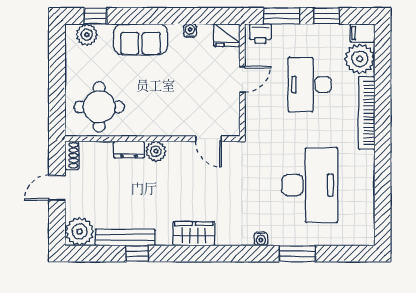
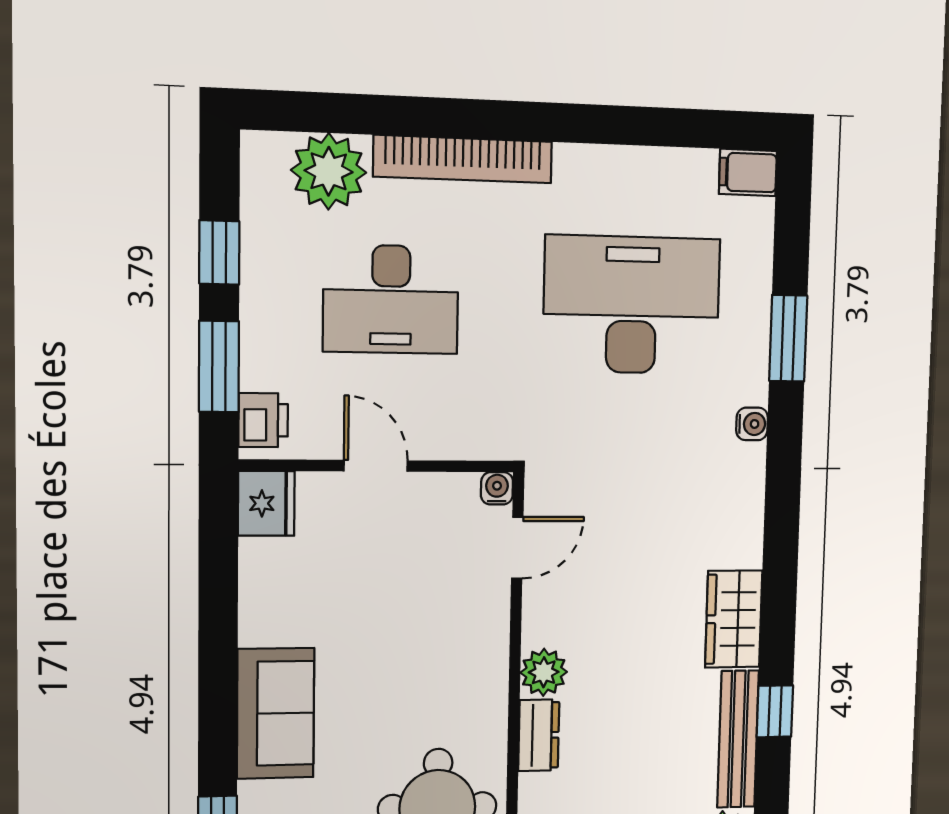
water cooler: (190, 30) -> (497, 488), moved, turned 90
filing cabinet: (362, 33) -> (748, 172), moved, turned 90
wardrobe: (194, 234) -> (734, 619), moved

